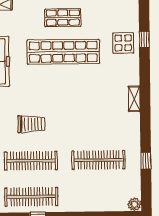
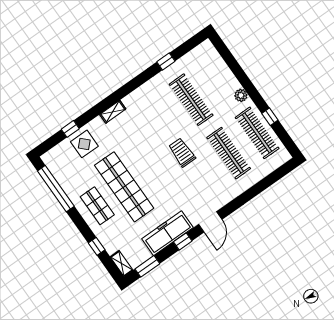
shelving: (134, 99) -> (113, 112), moved
trolley: (31, 124) -> (182, 152), moved
plant: (134, 204) -> (241, 95), moved

